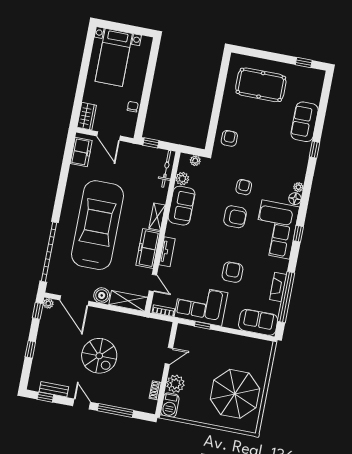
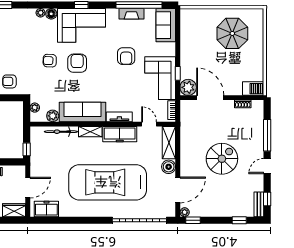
bicycle: (166, 169) -> (61, 132), moved
sofa: (182, 206) -> (83, 112), width x1.36
armchair: (233, 272) -> (126, 56), turned -90
door: (153, 283) -> (149, 124), hinge flipped
window: (30, 349) -> (239, 220), moved
door: (169, 356) -> (210, 98), width x1.87
plant: (175, 384) -> (188, 87), moved
bench: (54, 389) -> (259, 204), moved
parasol: (235, 394) -> (232, 33), width x0.73, depth x0.73

